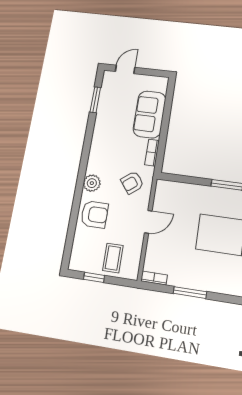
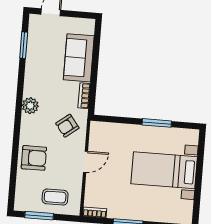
plant: (92, 183) -> (30, 106), moved
coffee table: (113, 258) -> (55, 197), turned 90
window: (94, 277) -> (39, 216), width x1.50

